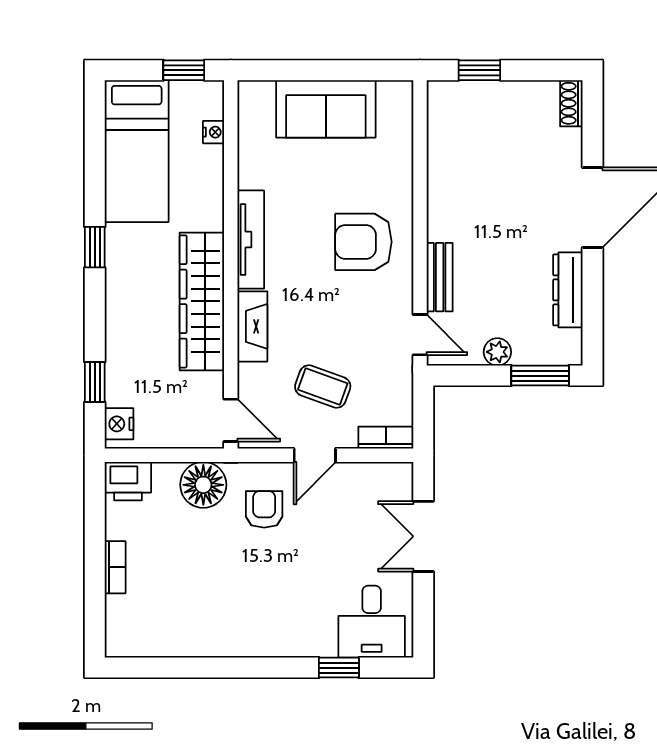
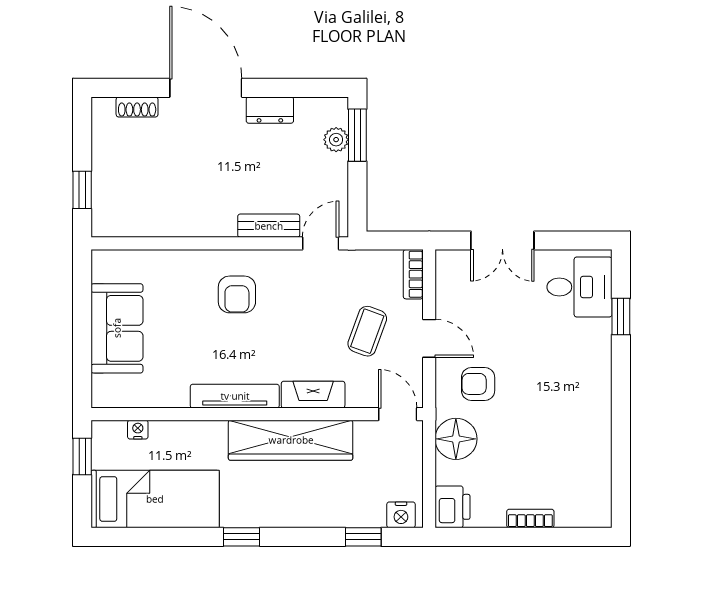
shoe rack: (571, 103) -> (137, 107), moved
armchair: (363, 242) -> (237, 294), width x0.72, depth x0.72
dresser: (568, 290) -> (270, 110), width x0.70
plant: (497, 352) -> (336, 140), moved
door: (231, 420) -> (398, 414), hinge flipped

